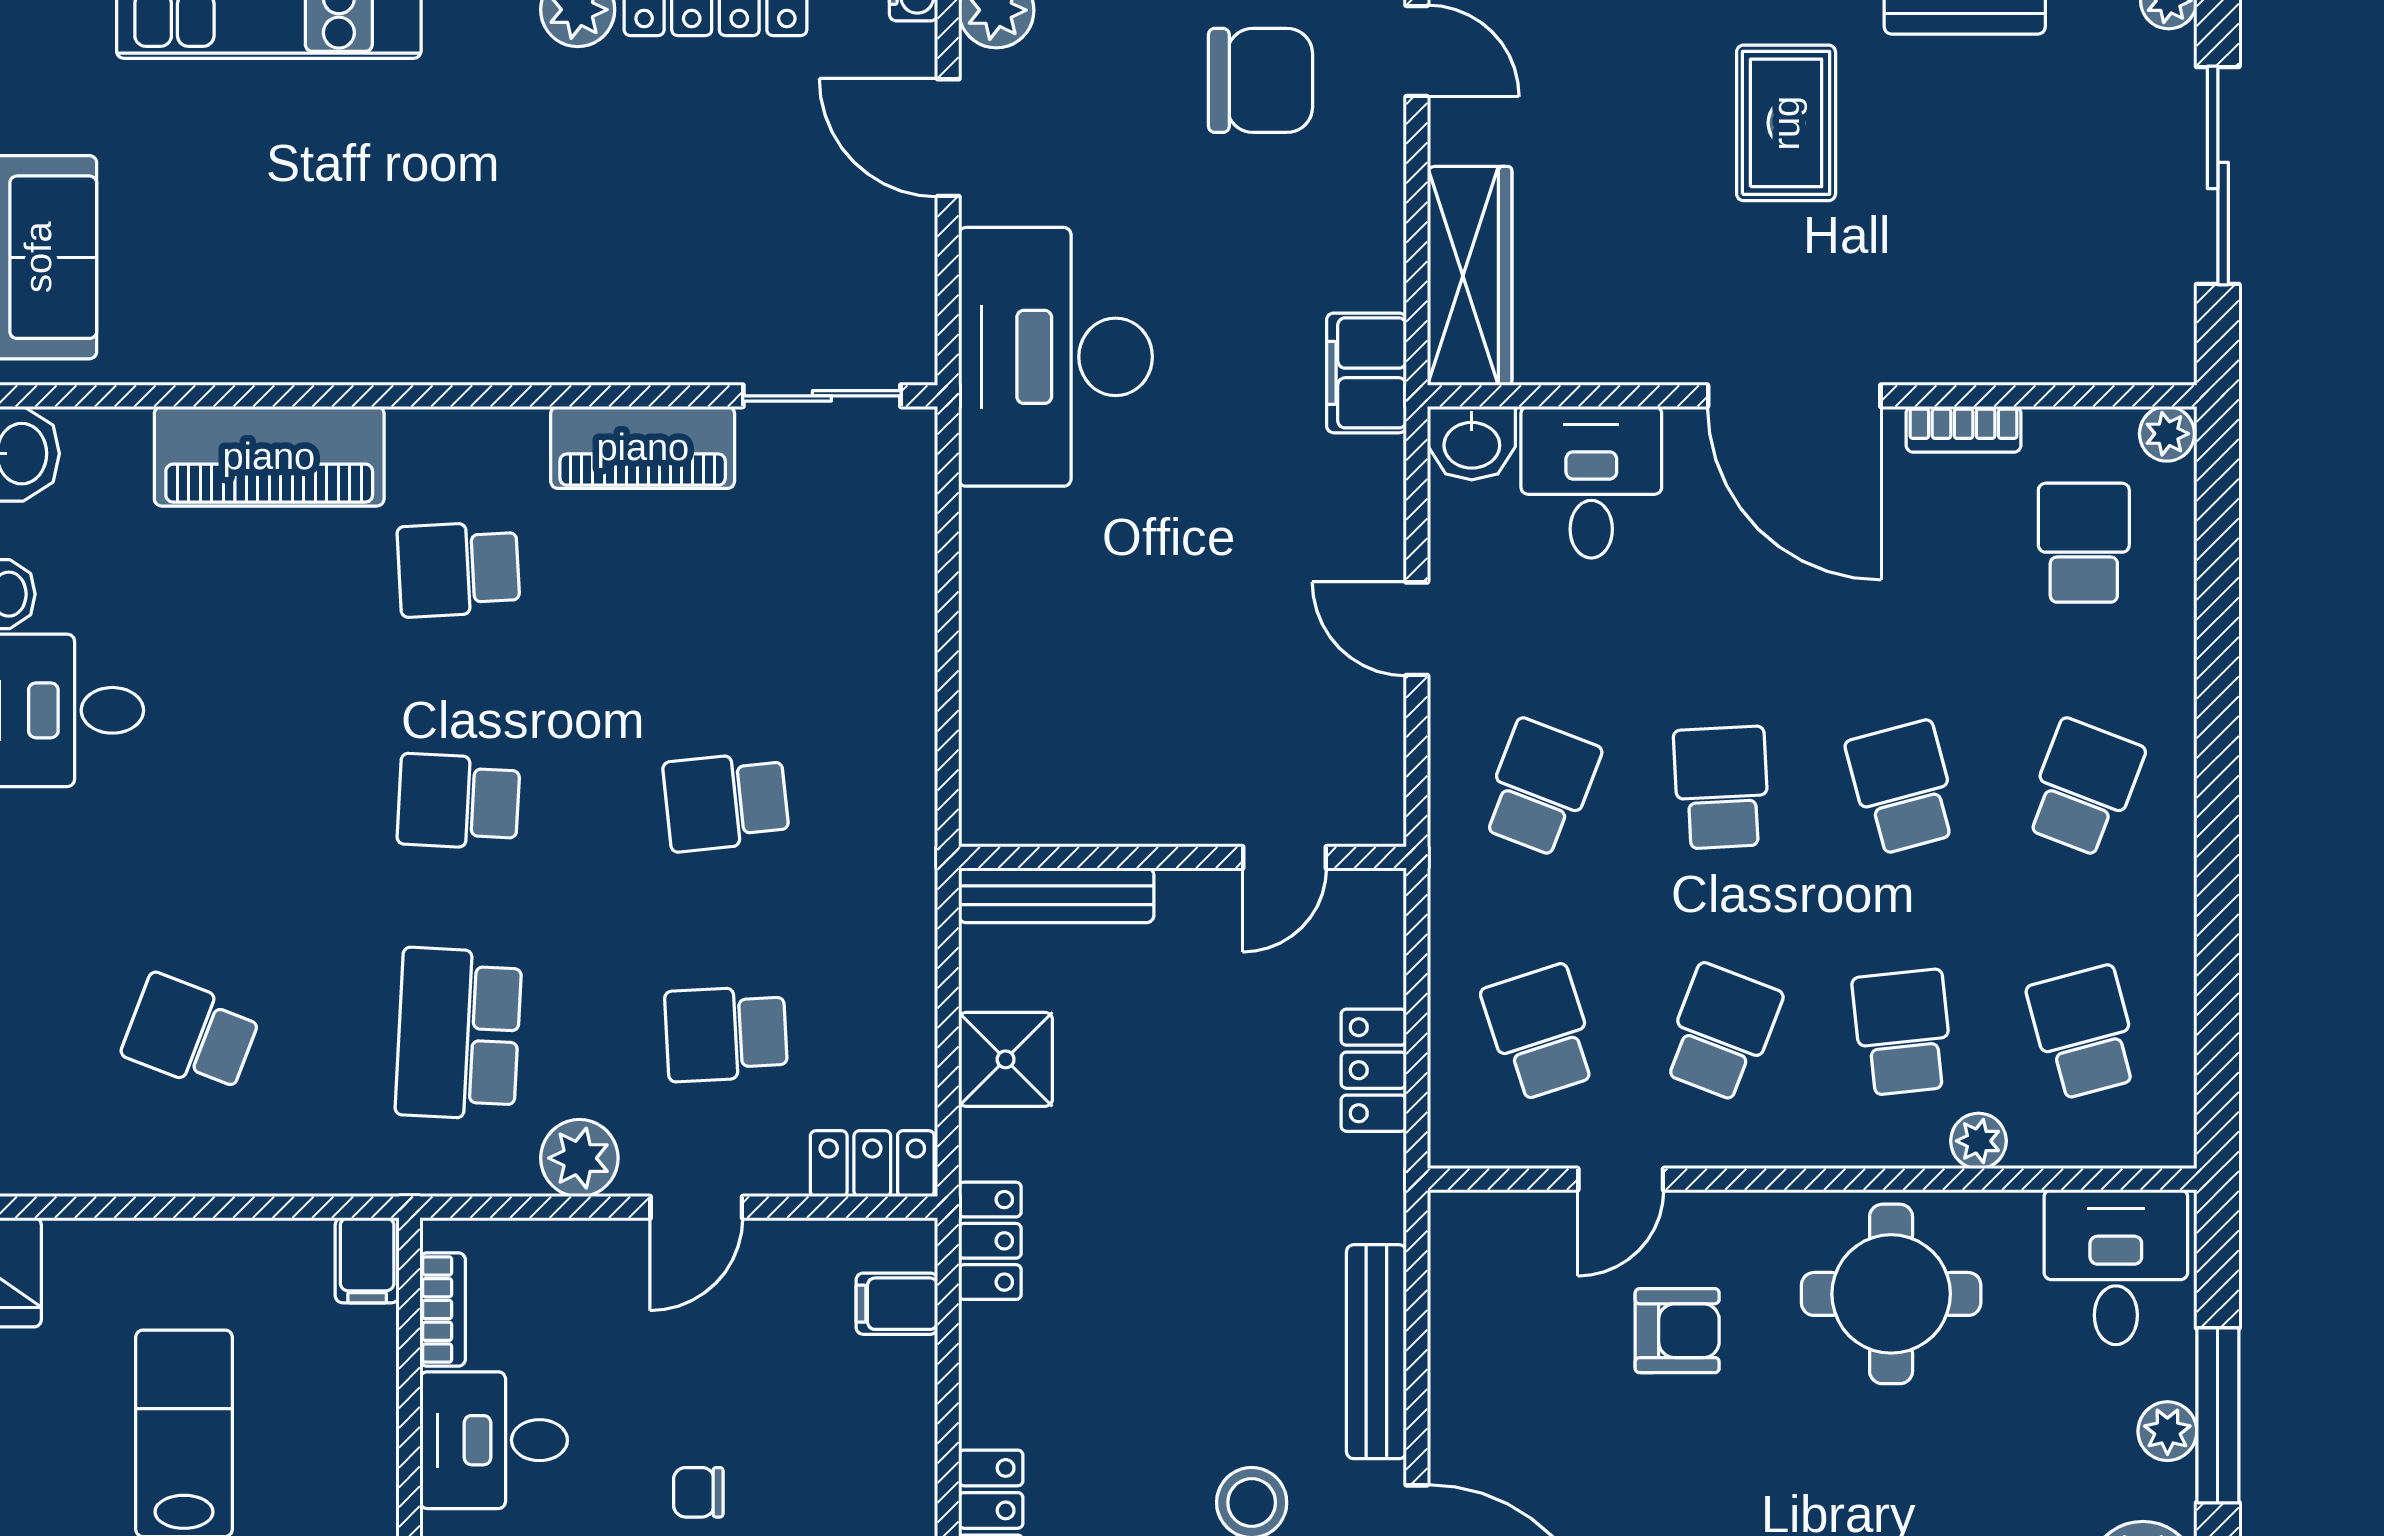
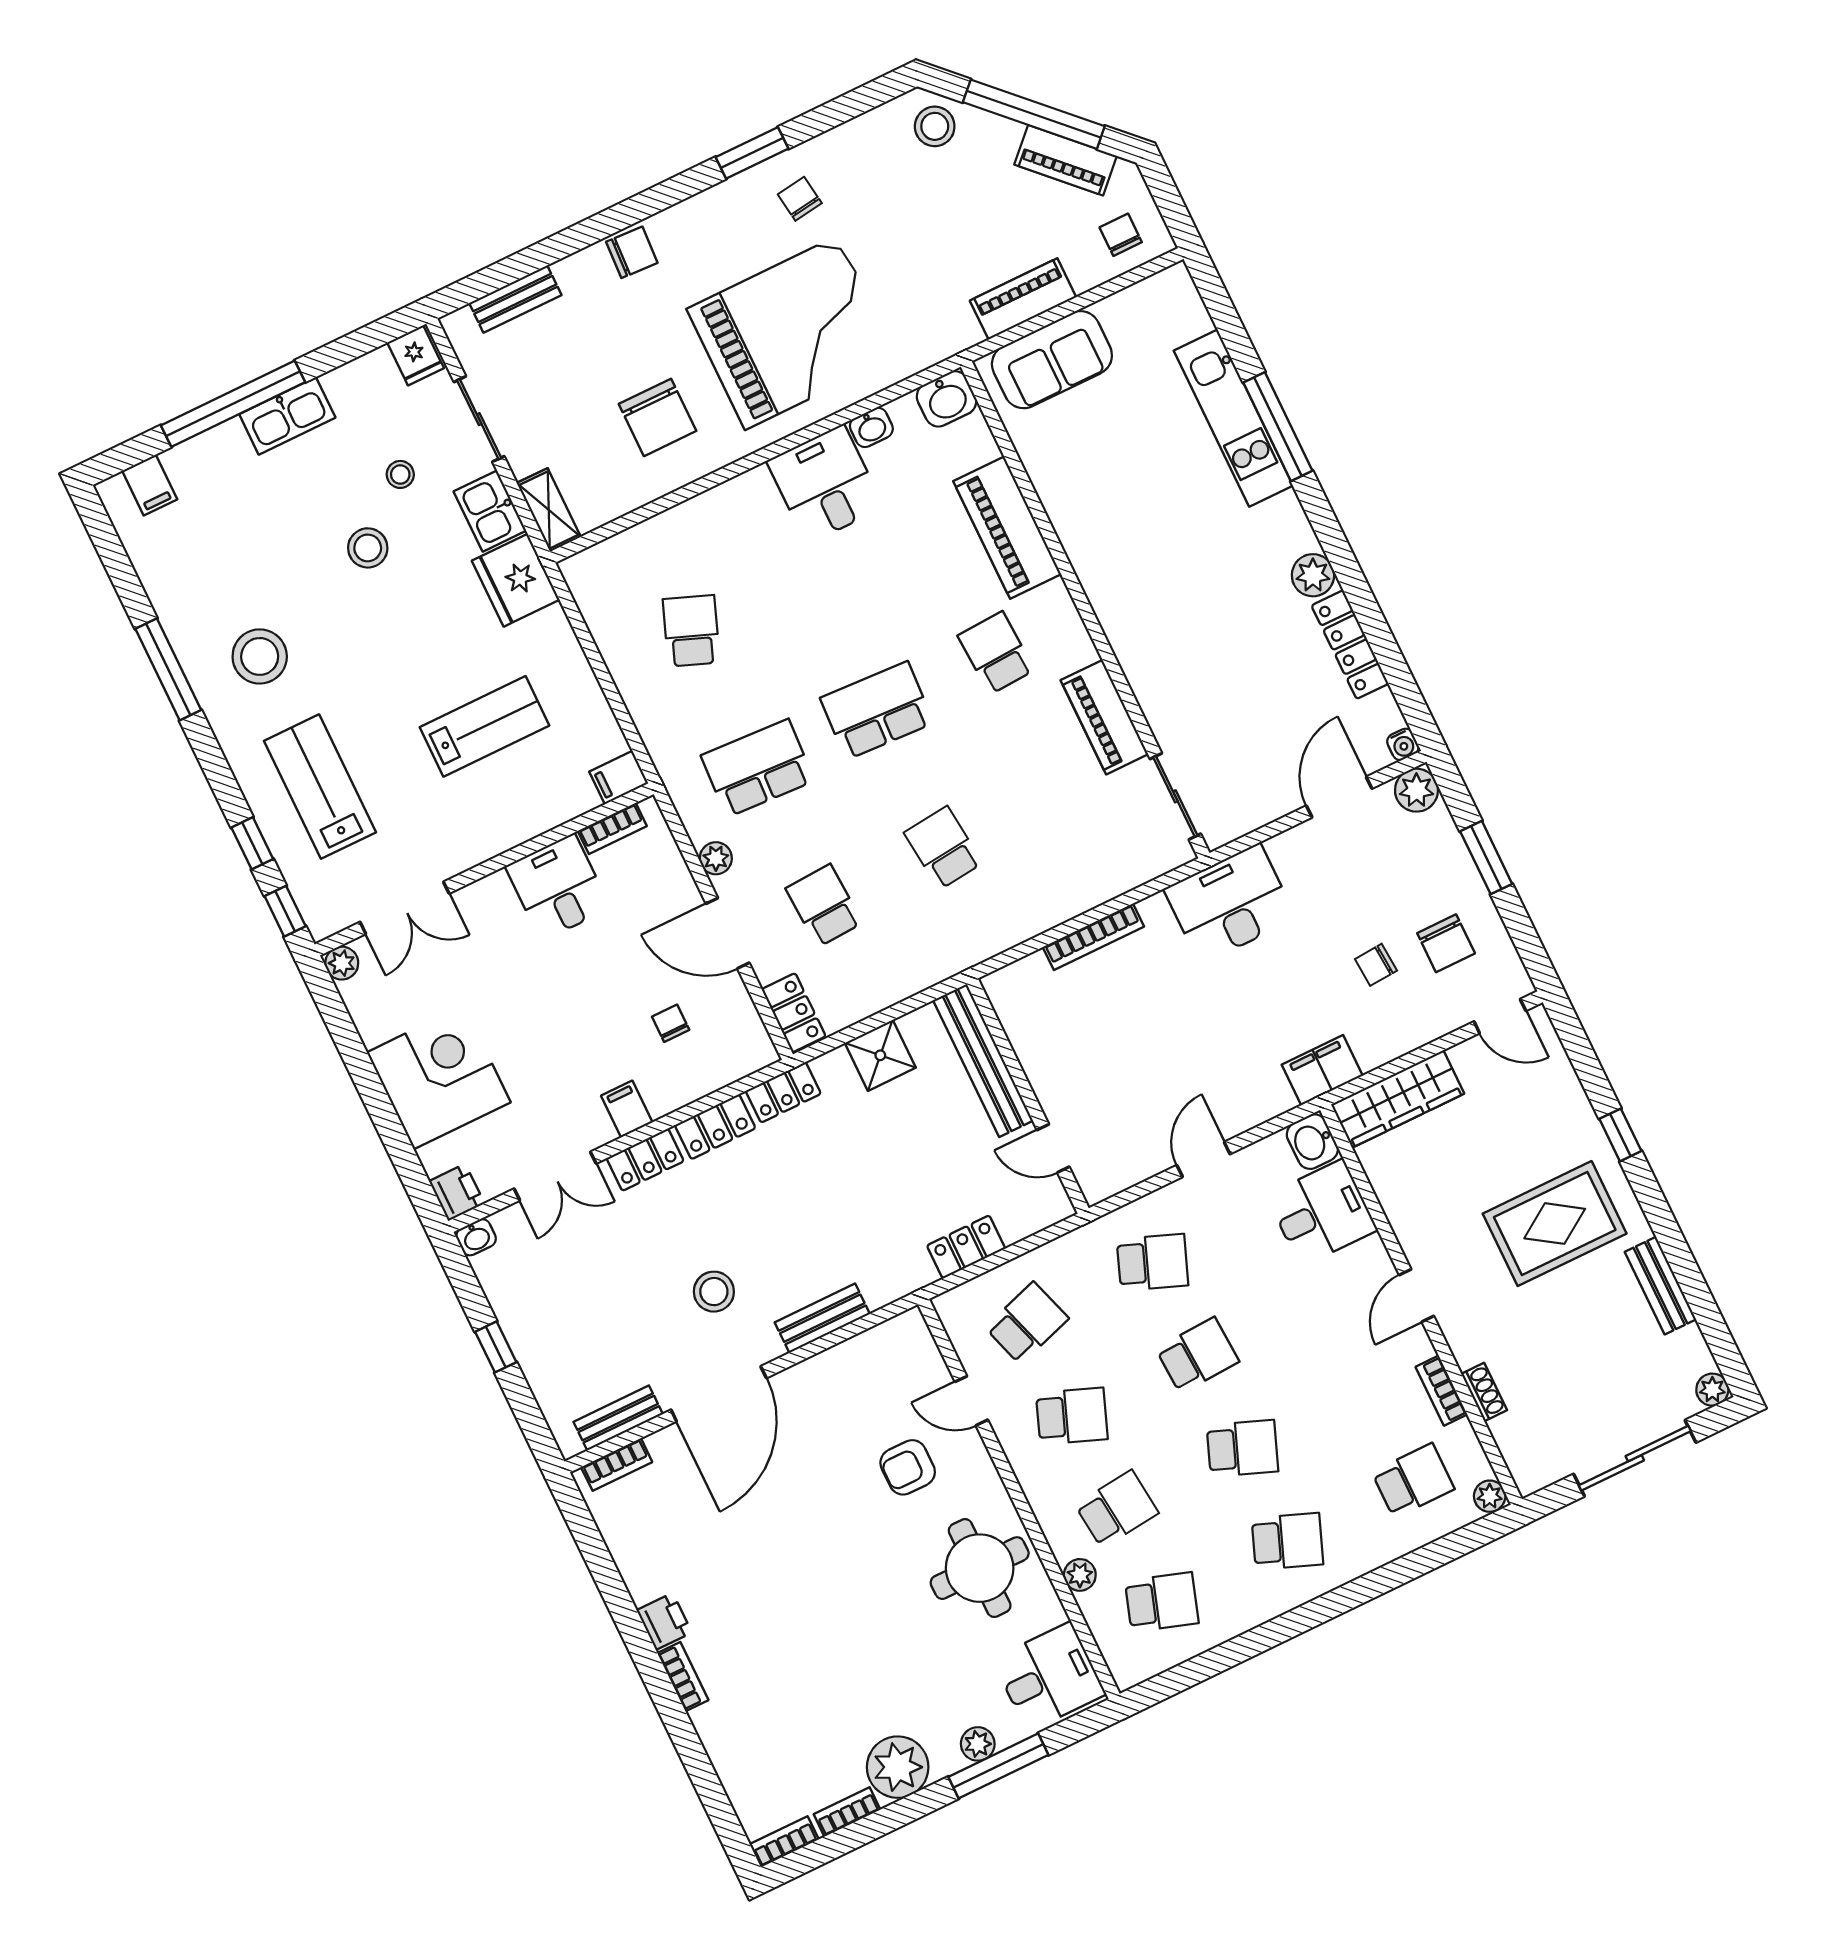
door: (1417, 51) -> (1500, 1016), hinge flipped
chair: (1261, 80) -> (1446, 943), width x0.73, depth x0.73
rug: (1786, 123) -> (1555, 1224), width x1.36, depth x1.43
chair: (1241, 208) -> (1376, 965), added
desk: (1056, 357) -> (1230, 904), width x0.73, depth x0.77
shoe rack: (1998, 363) -> (1484, 1392), added
door: (1794, 396) -> (1417, 1295), width x0.53
bookcase: (981, 632) -> (1093, 937), added
school desk: (1903, 788) -> (1242, 1448), turned 36
school desk: (458, 801) -> (877, 710), width x1.85
bench: (1056, 895) -> (983, 1060), width x1.37, depth x1.21
school desk: (2084, 1032) -> (1162, 1602), turned 33
plant: (579, 1158) -> (716, 858), width x0.73, depth x0.73
door: (696, 1207) -> (728, 933), width x1.37
filing cabinet: (897, 1304) -> (627, 1109), moved
armchair: (1677, 1331) -> (908, 1467), turned 90
bench: (1376, 1352) -> (822, 1318), width x0.73
locker: (992, 1375) -> (715, 1127), added
chair: (698, 1492) -> (671, 1023), moved

